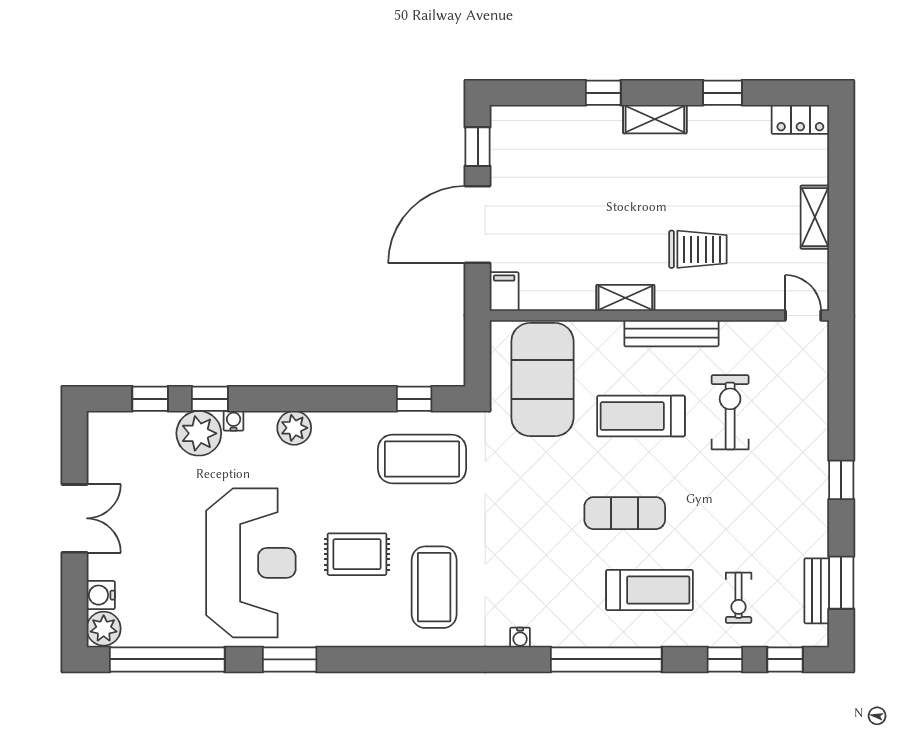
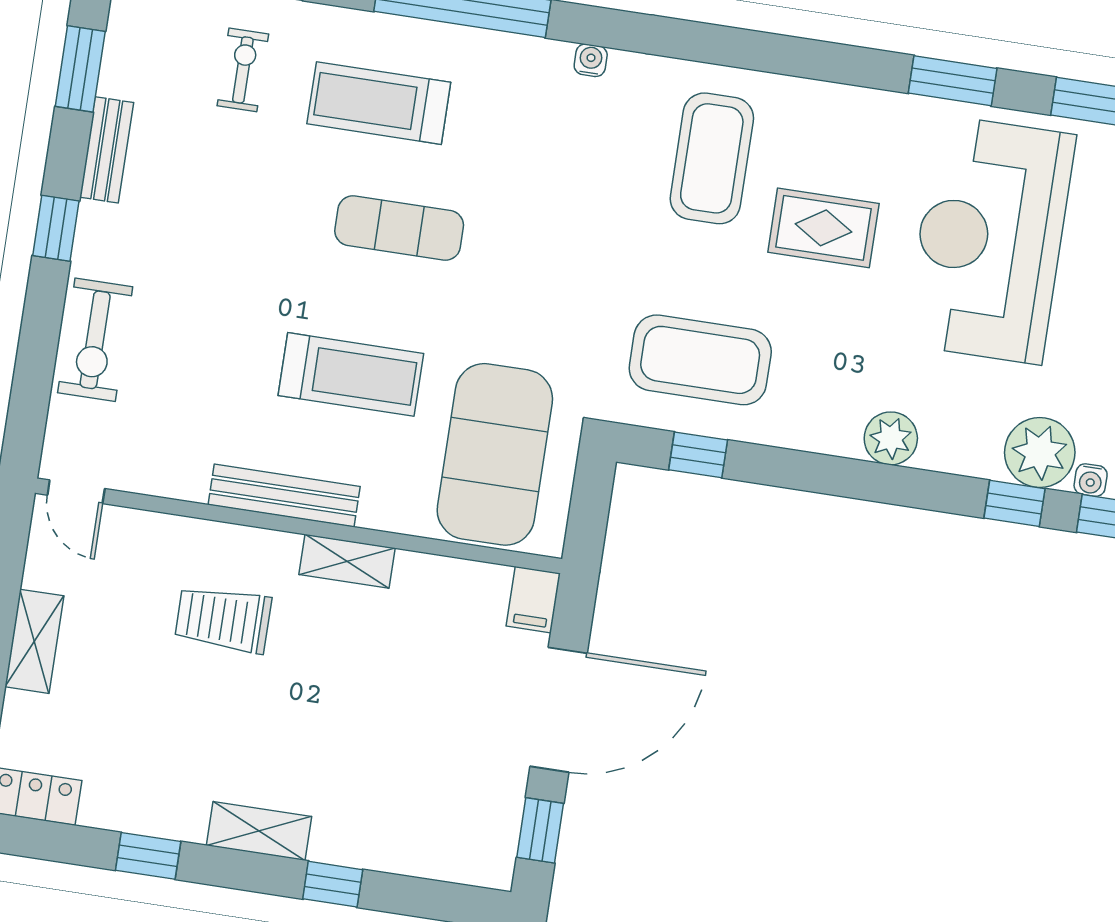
exercise bike: (730, 412) -> (95, 340), moved
water cooler: (234, 421) -> (1091, 480), moved
bench: (817, 591) -> (107, 150), moved

